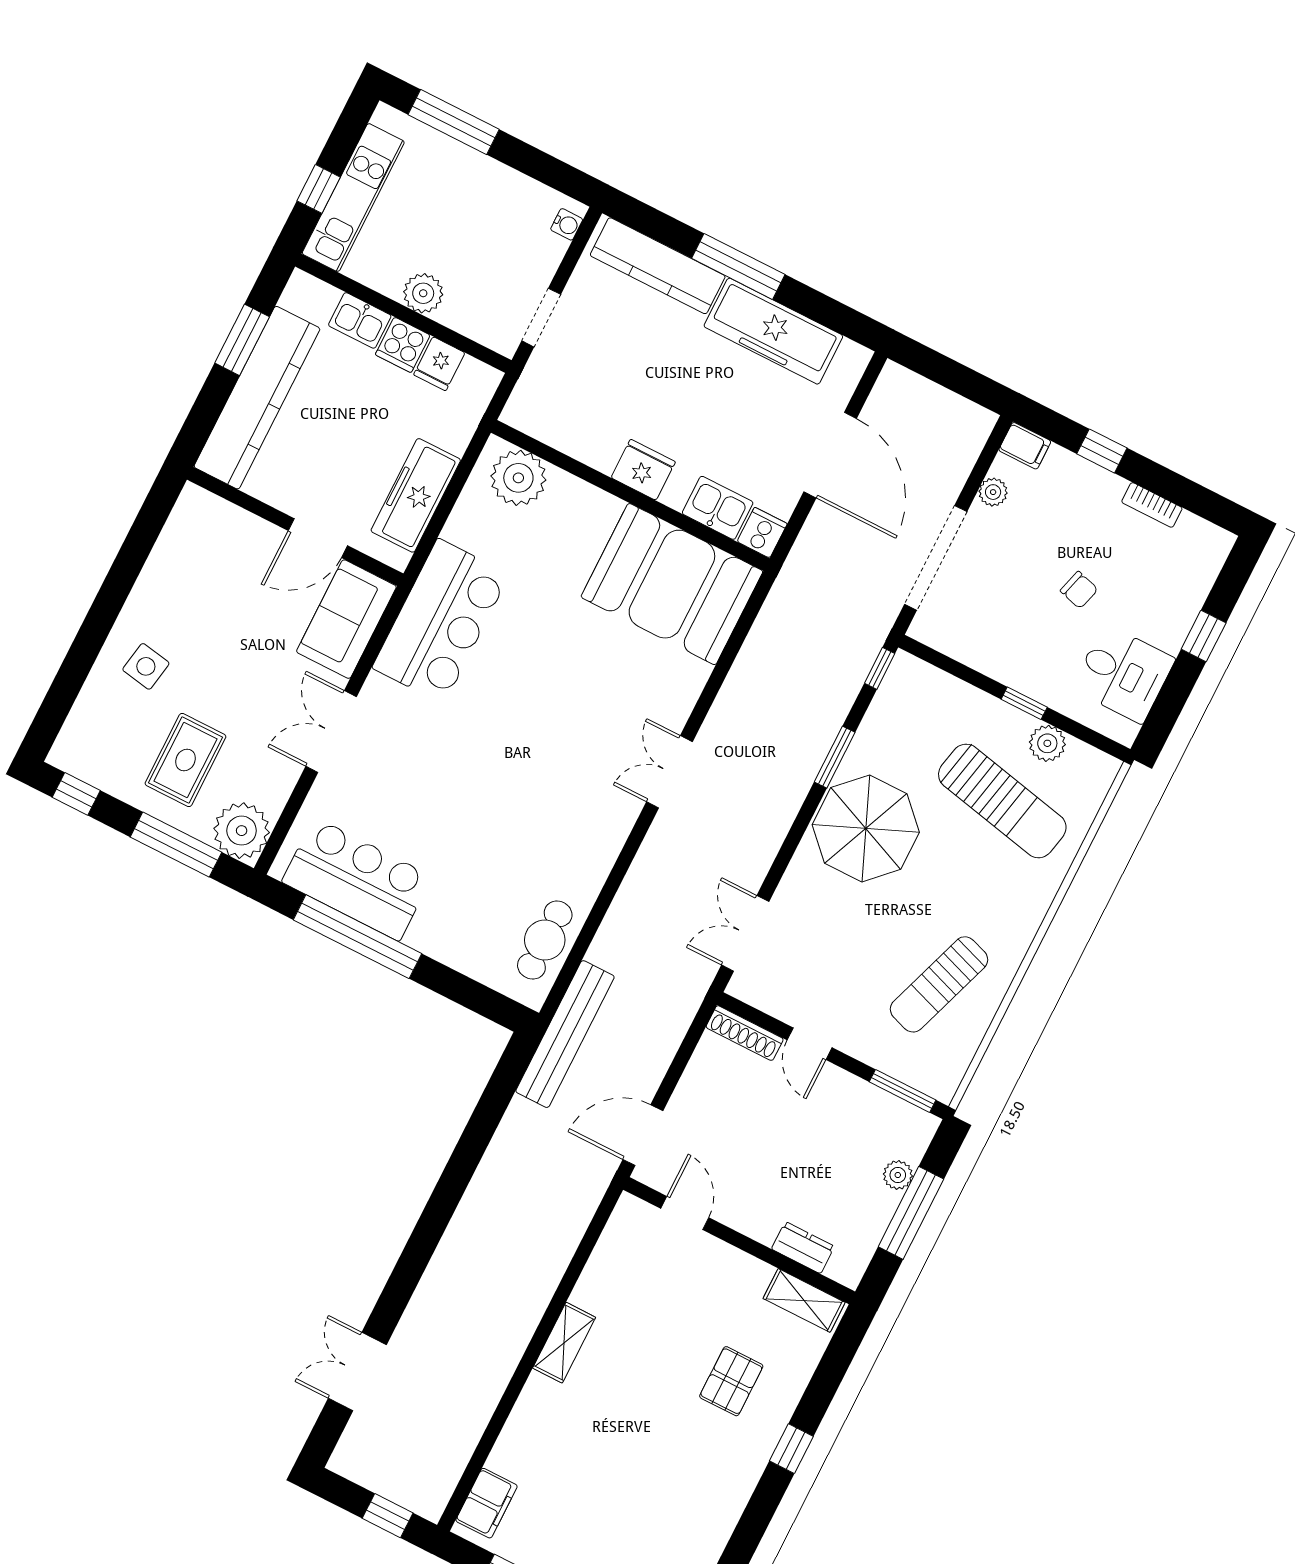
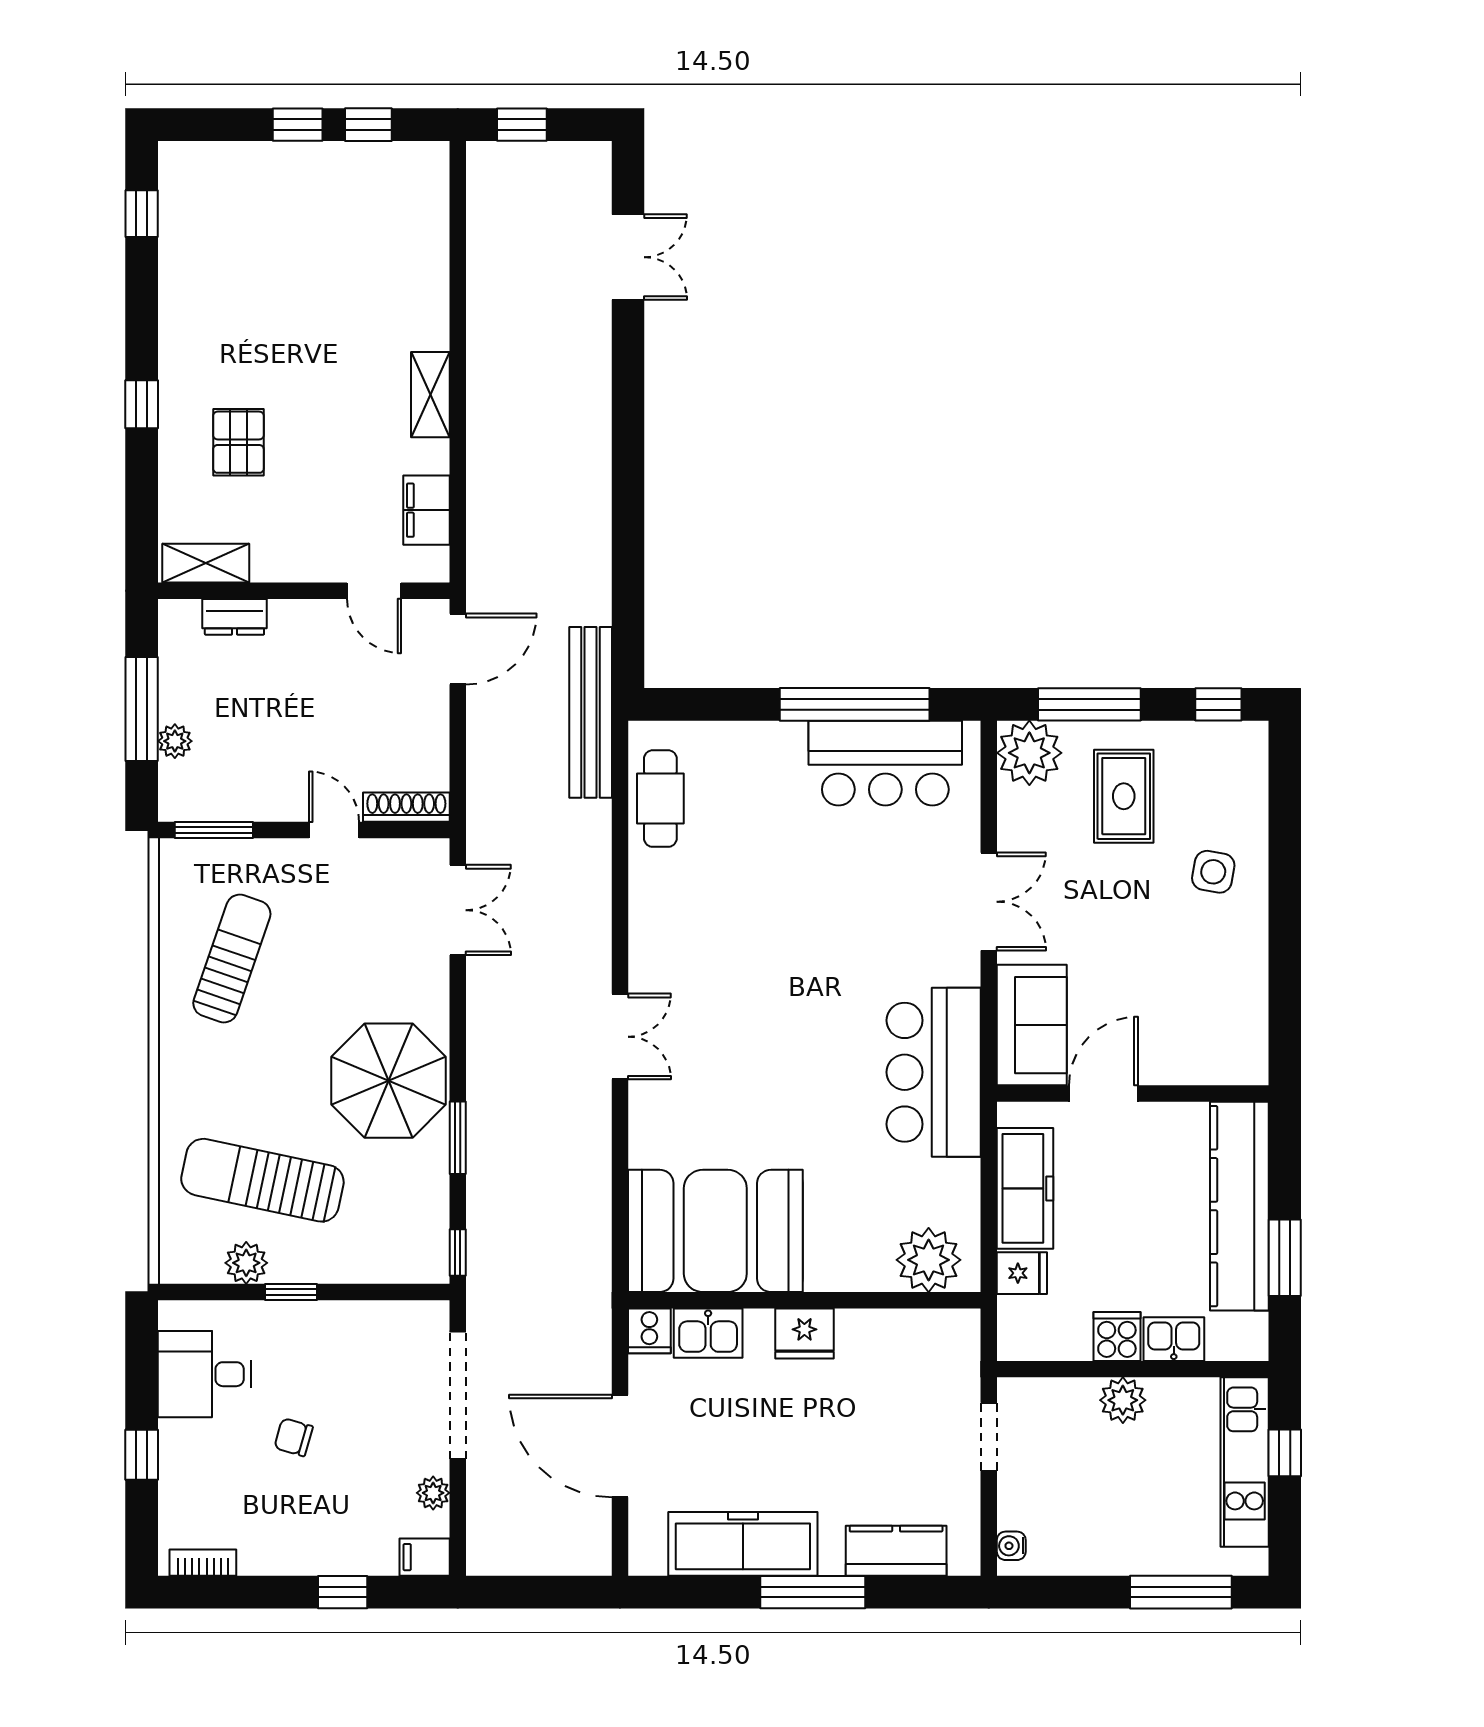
kitchen counter: (658, 266) -> (896, 1551), width x0.67
fridge: (439, 364) -> (1022, 1273), moved, turned 90
bookcase: (1152, 505) -> (203, 1563), moved
filing cabinet: (487, 1503) -> (427, 510), moved

